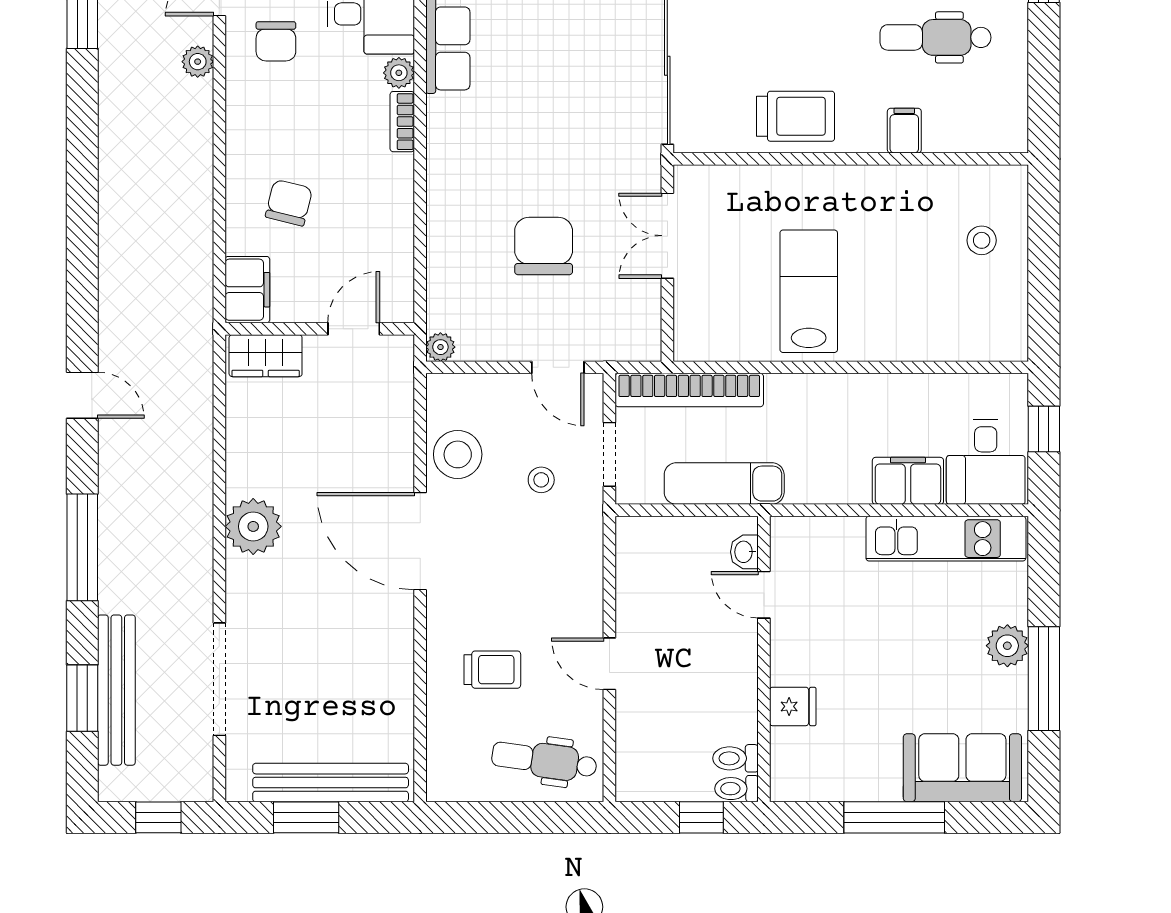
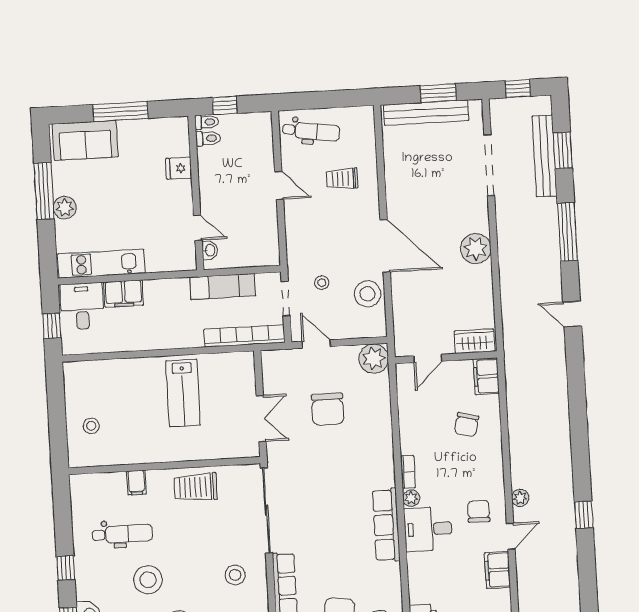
plant: (440, 347) -> (374, 359), width x1.88, depth x1.88

